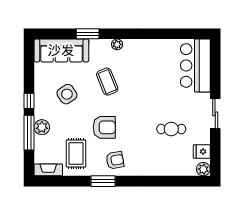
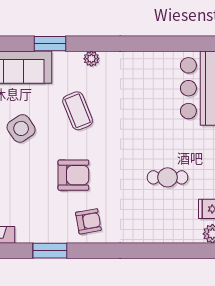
rug: (76, 153) -> (34, 212), removed
window: (103, 181) -> (50, 251), moved

